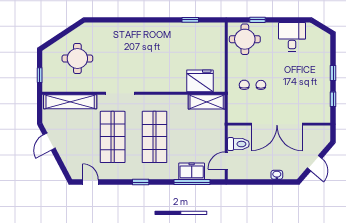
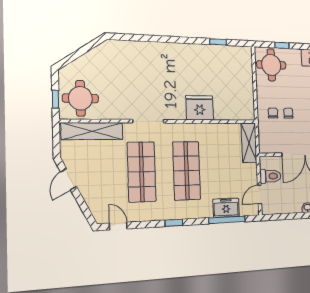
round table: (77, 58) -> (80, 98), moved
fridge: (200, 81) -> (200, 108), moved
shelving: (207, 102) -> (249, 143), moved, turned 90

